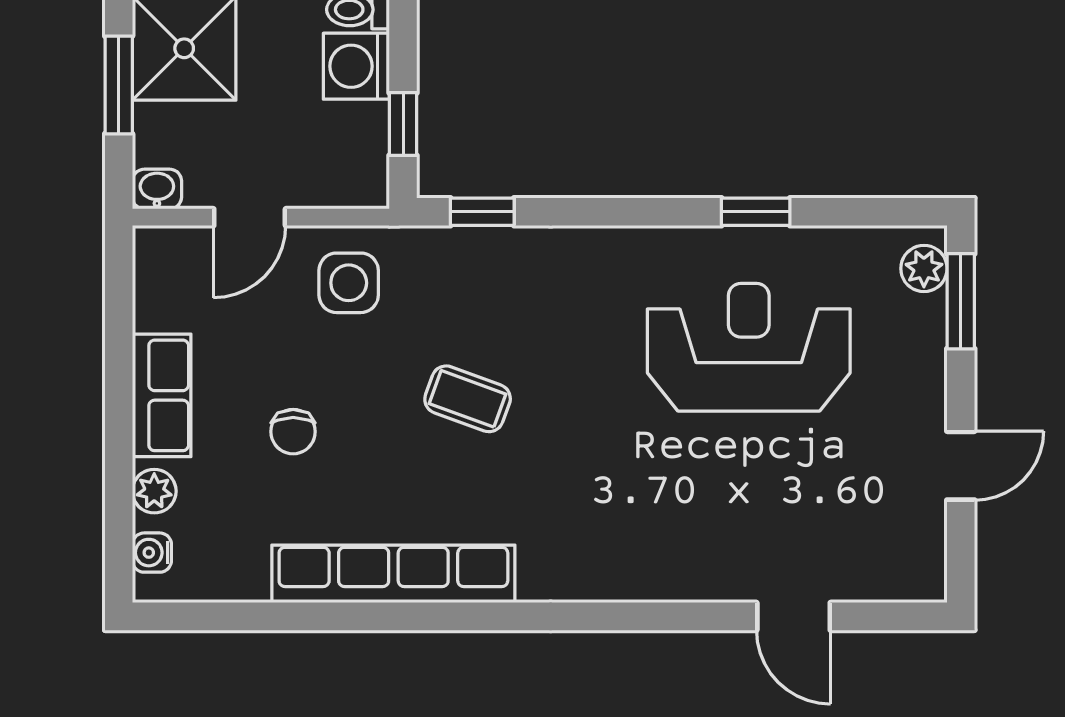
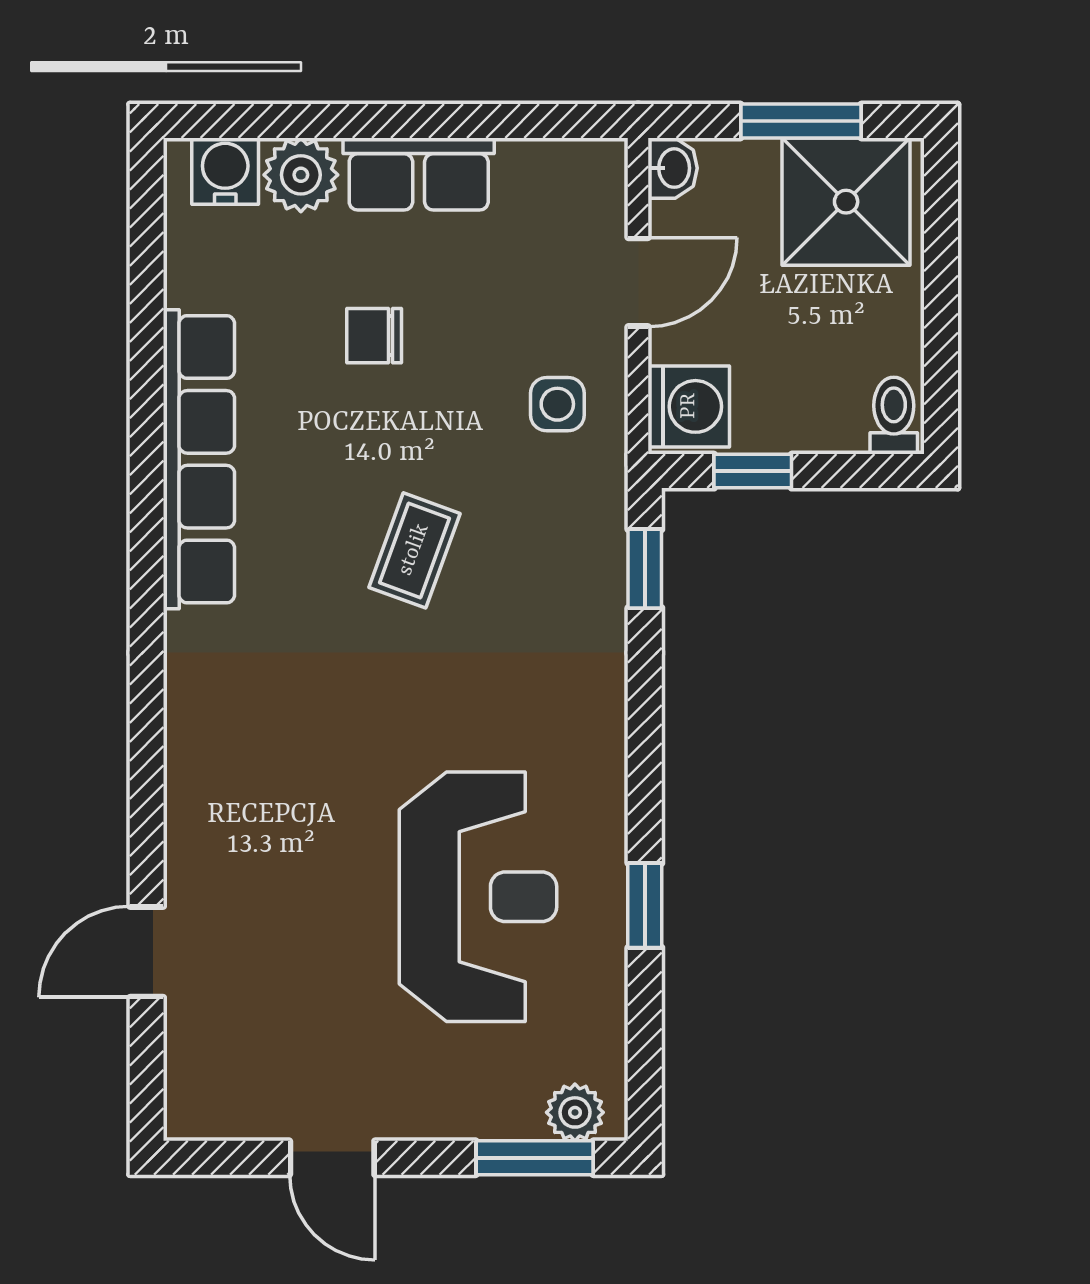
washing machine: (356, 66) -> (689, 406), moved, turned 90
door: (250, 217) -> (638, 282), swing flipped
side table: (349, 283) -> (557, 404), width x0.73, depth x0.73
plant: (154, 491) -> (301, 175), width x1.38, depth x1.38
water cooler: (152, 553) -> (225, 171), width x1.38, depth x1.38

